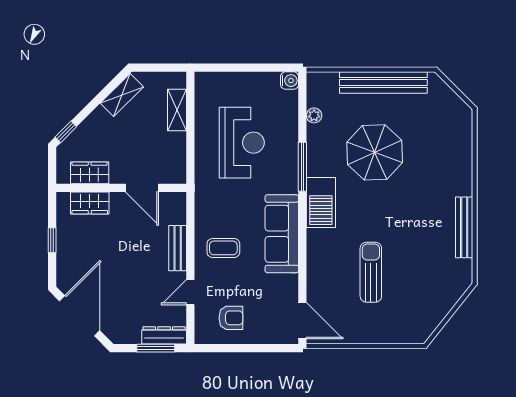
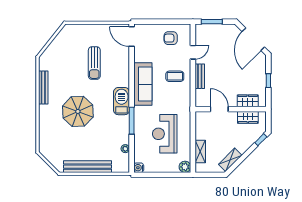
plant: (205, 82) -> (185, 167), added
parasol: (375, 152) -> (78, 111), moved
dresser: (164, 335) -> (207, 29), removed

